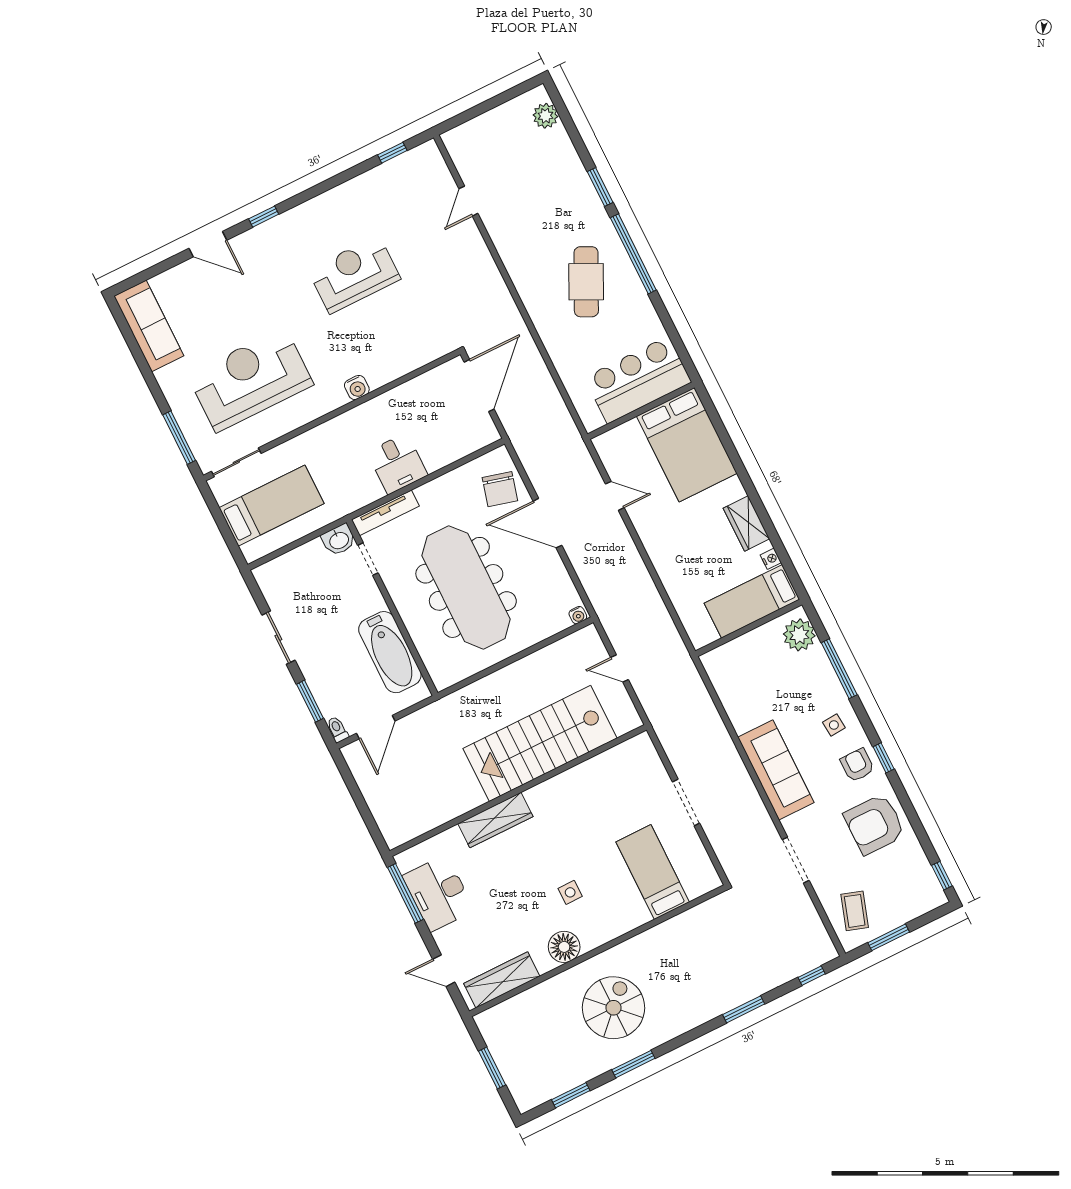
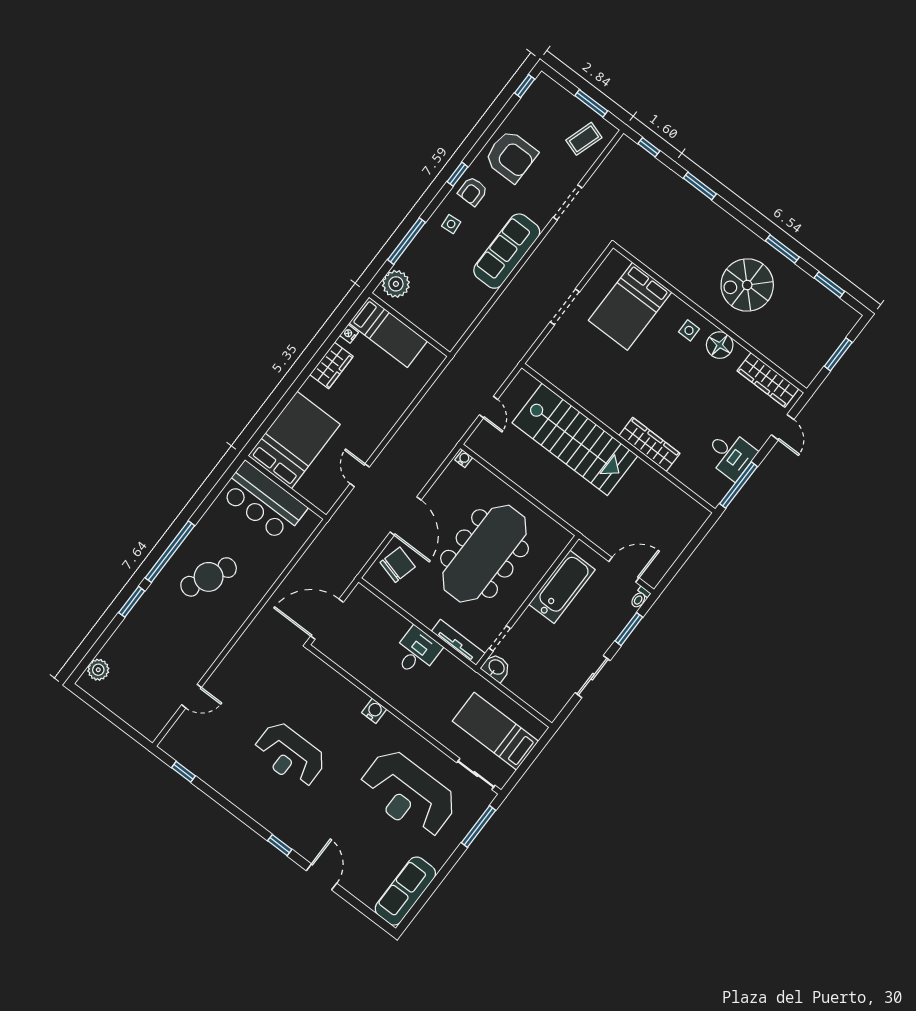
bed: (653, 872) -> (630, 306), width x1.50
side table: (570, 892) -> (689, 330), moved
desk: (438, 893) -> (730, 454), width x0.73

